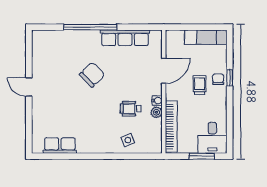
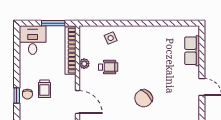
door: (164, 71) -> (78, 102), swing flipped
water cooler: (157, 101) -> (84, 74), removed
row of seats: (60, 146) -> (192, 51), moved, turned 90
window: (202, 156) -> (53, 23), moved

